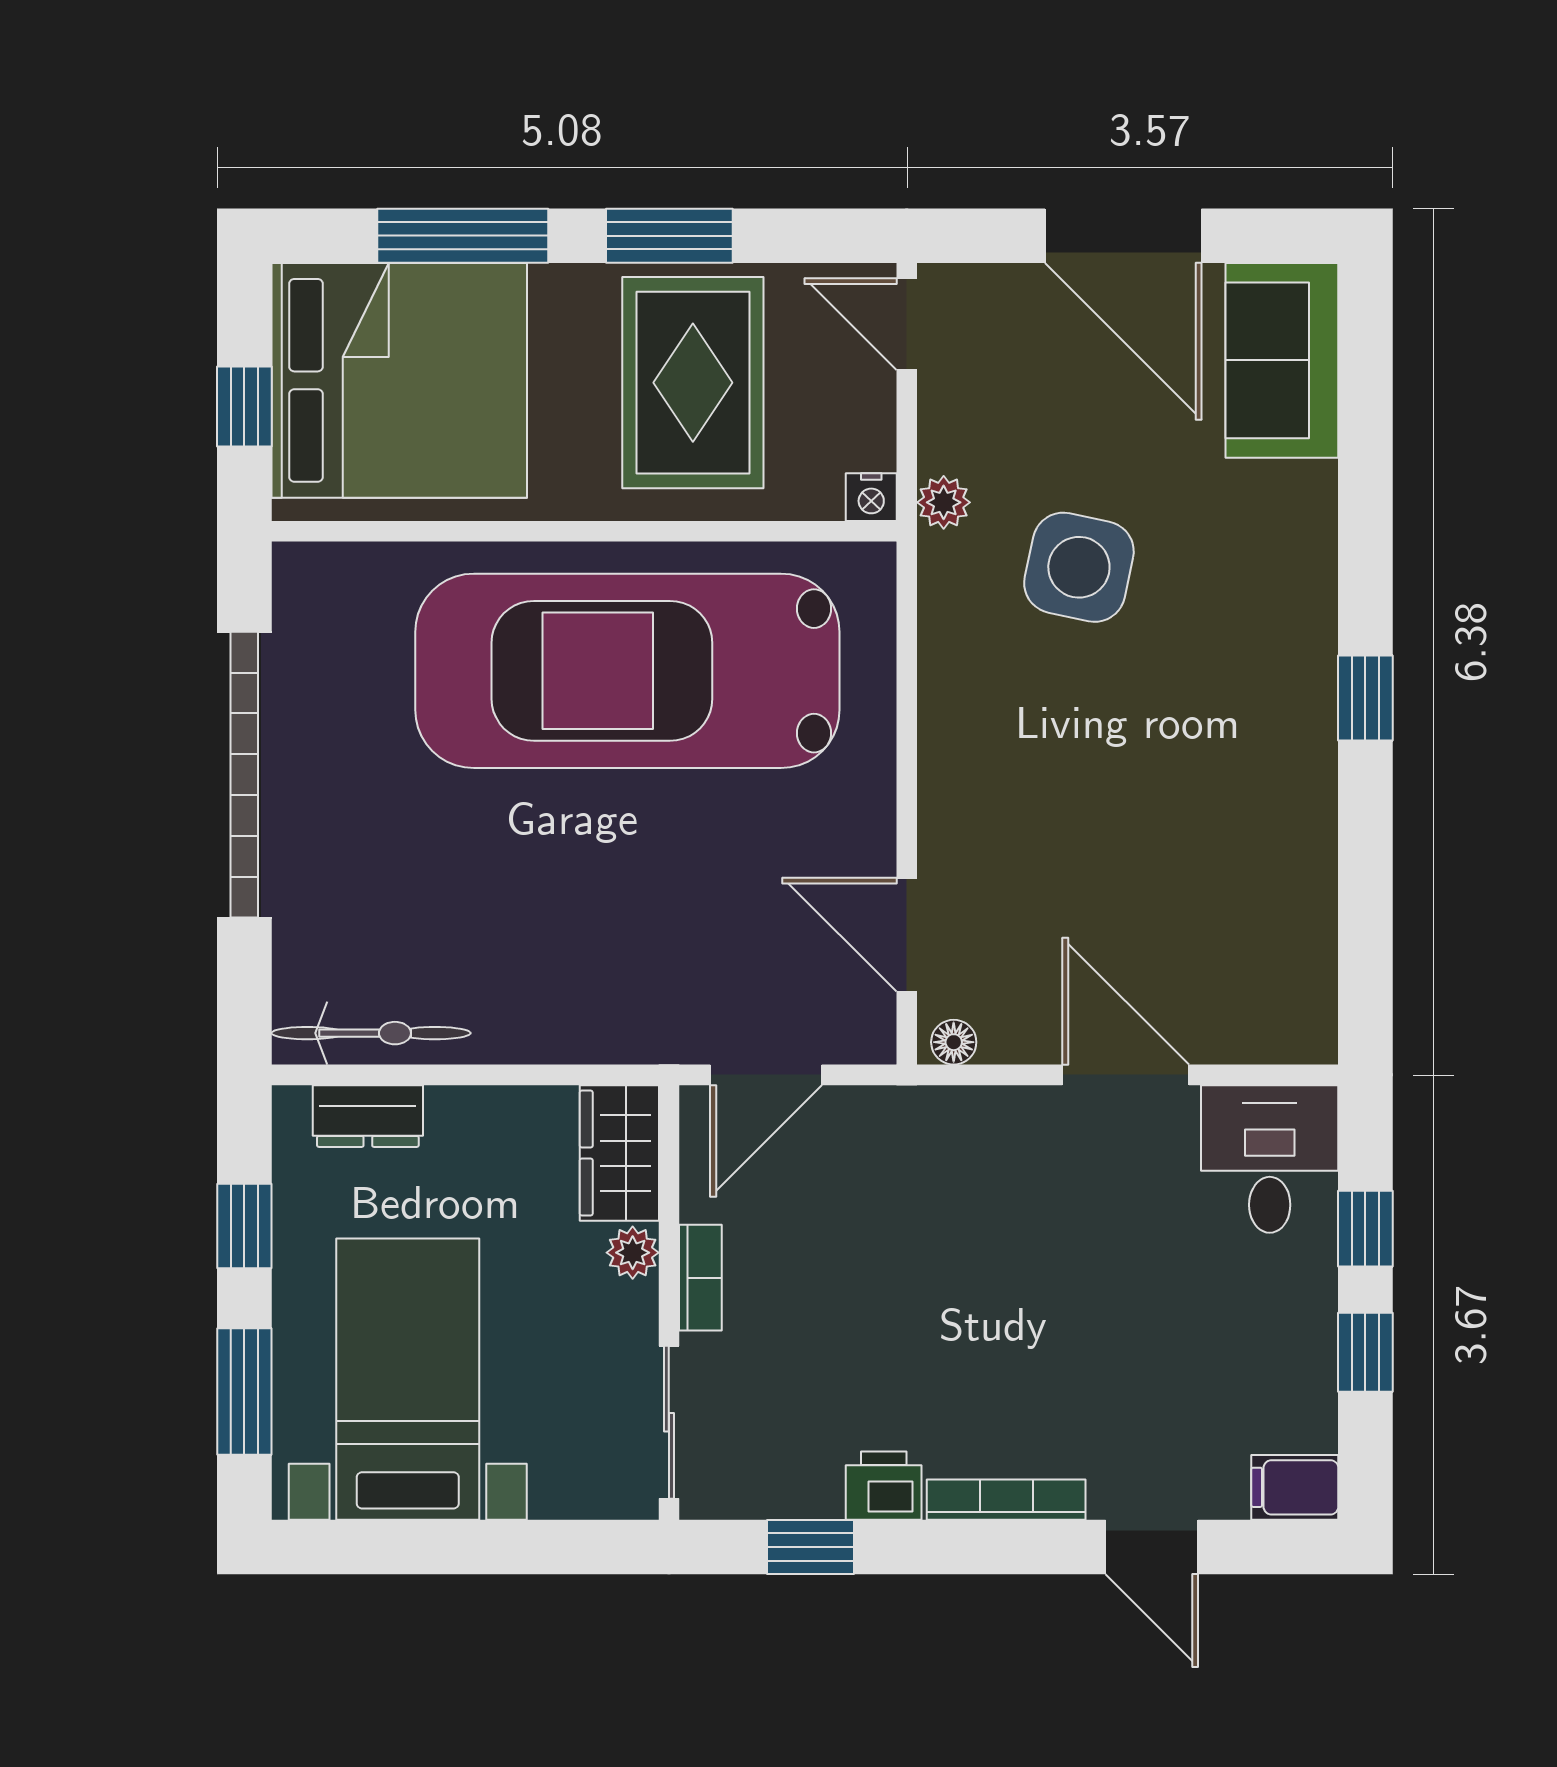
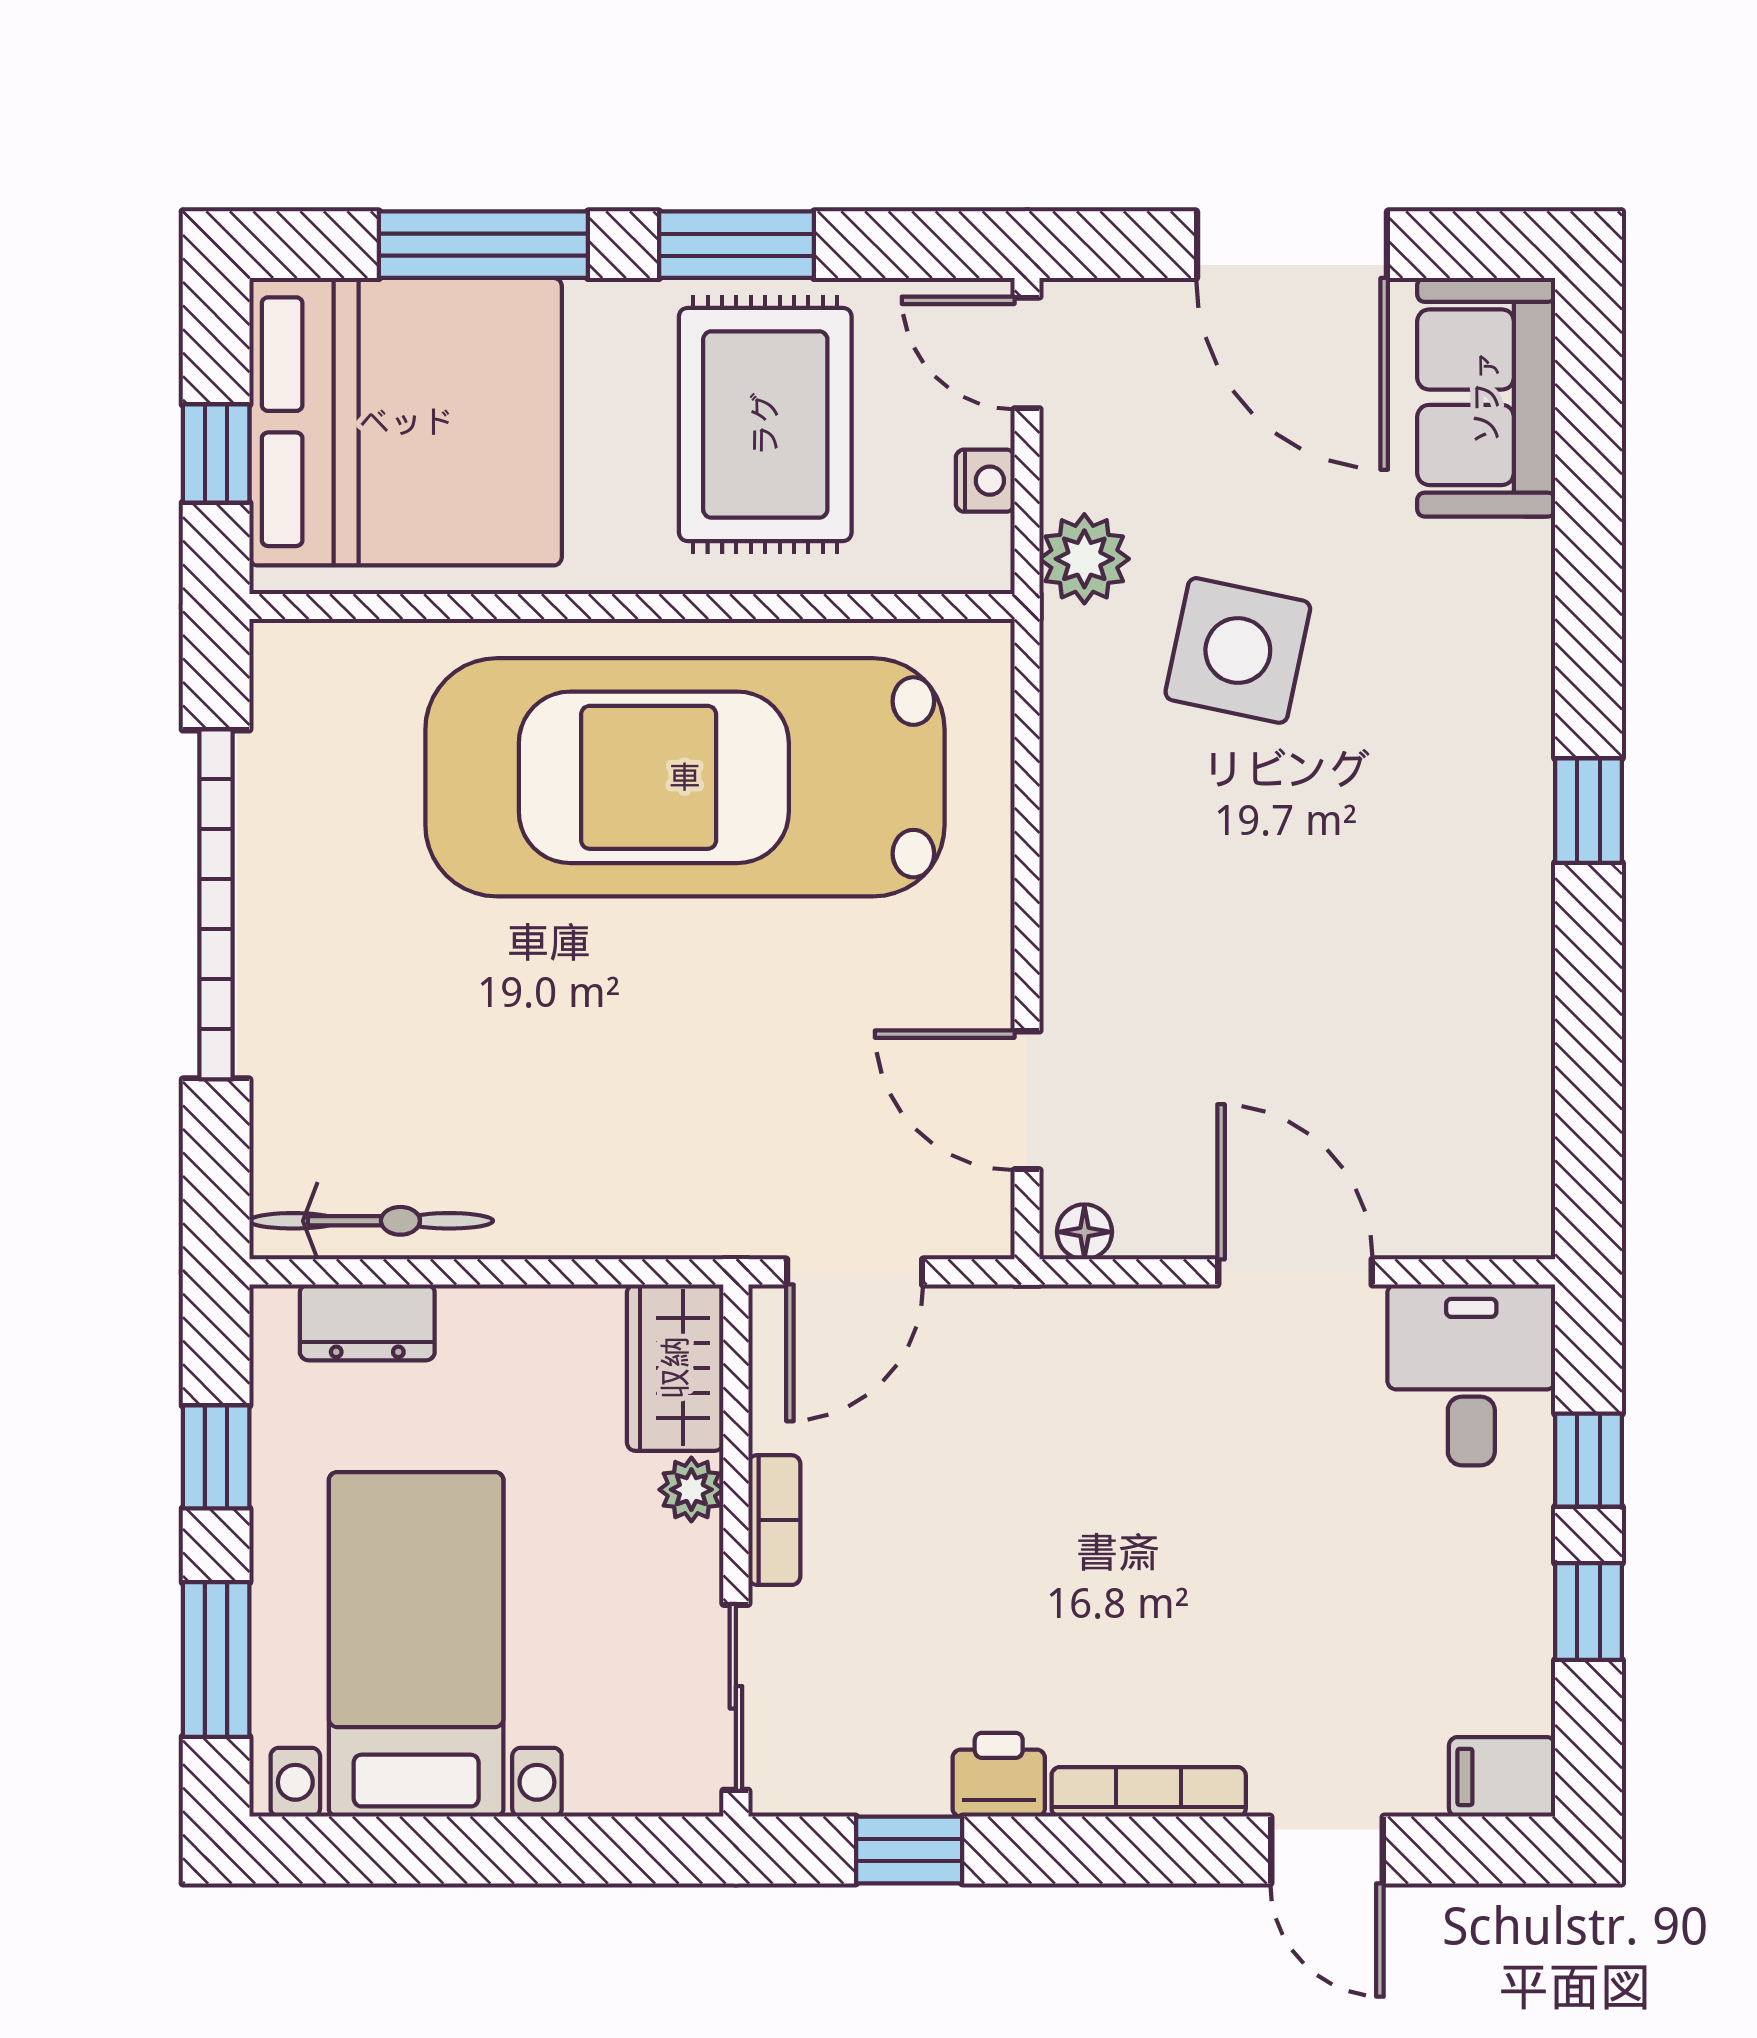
nightstand: (871, 497) -> (985, 481), moved, turned -90
plant: (944, 502) -> (1084, 559), width x1.38, depth x1.38

